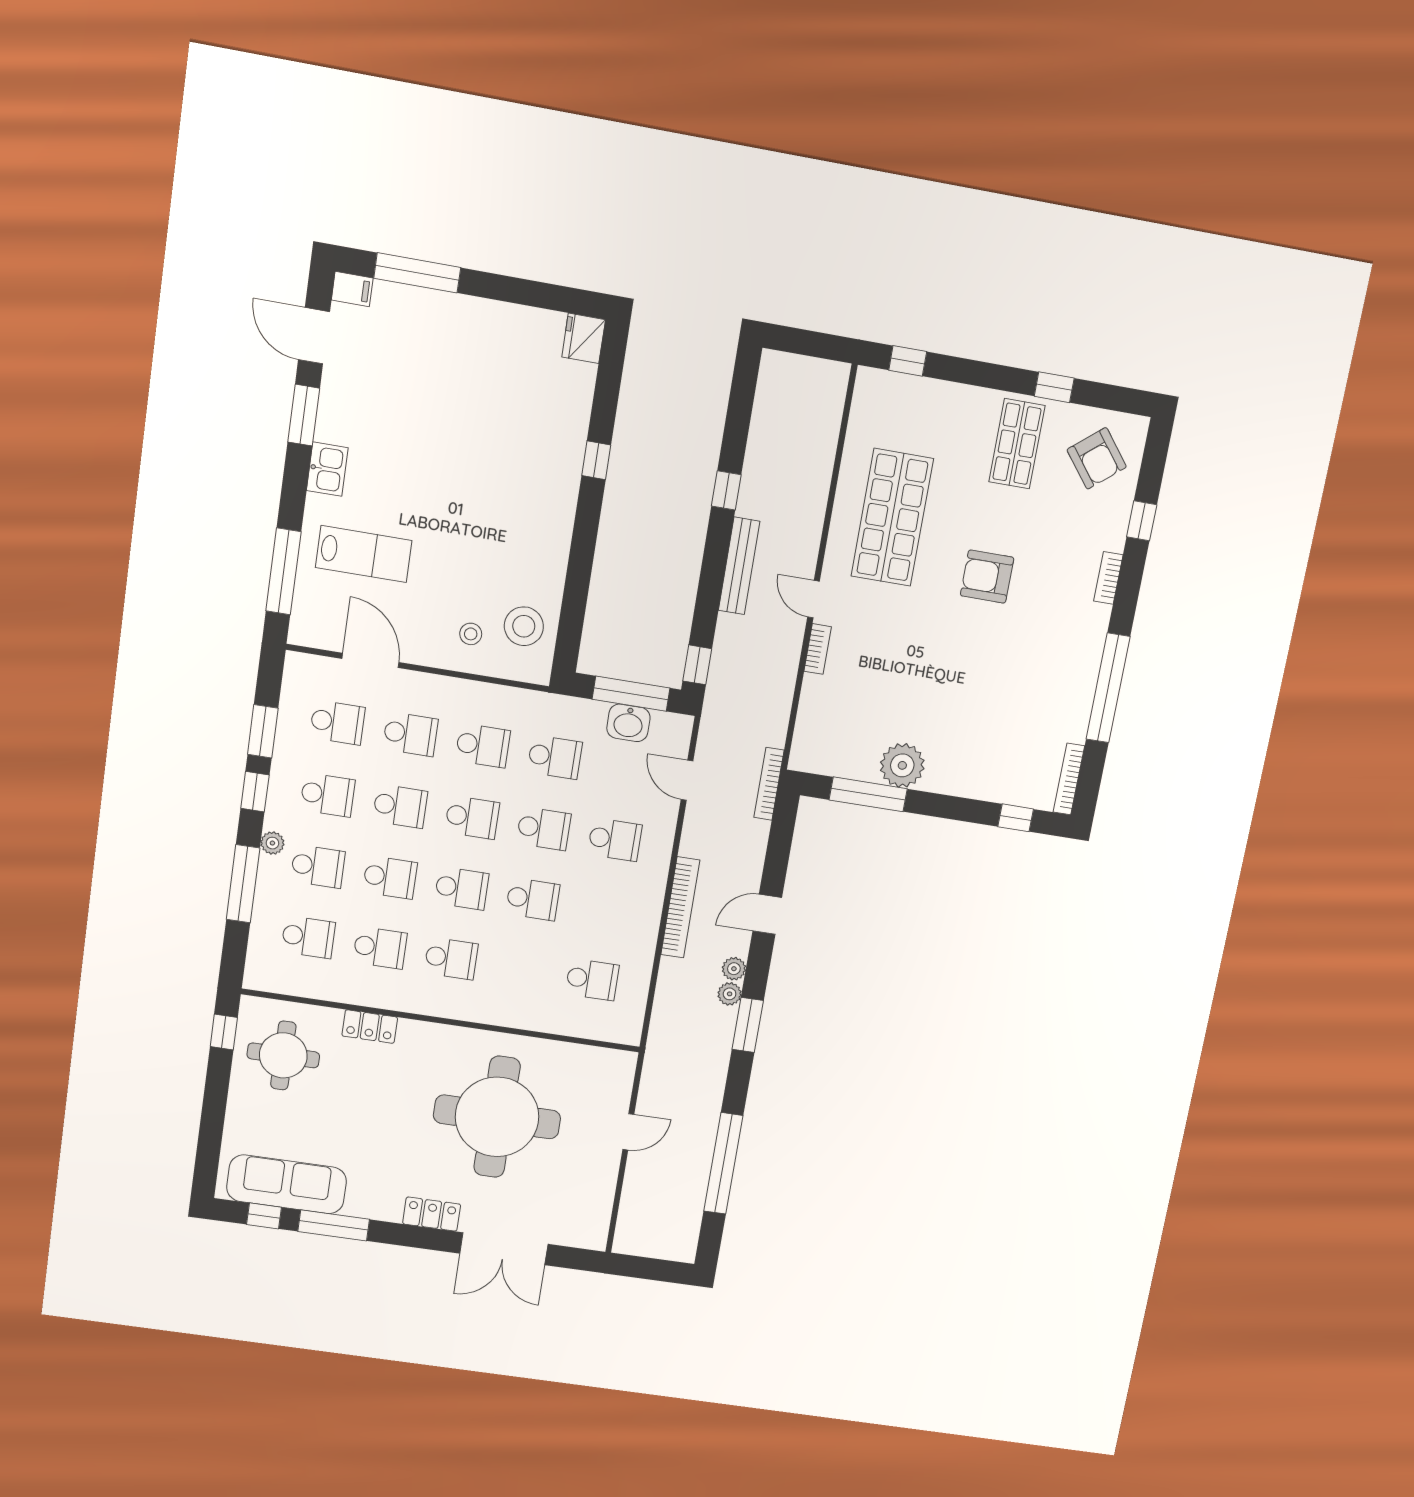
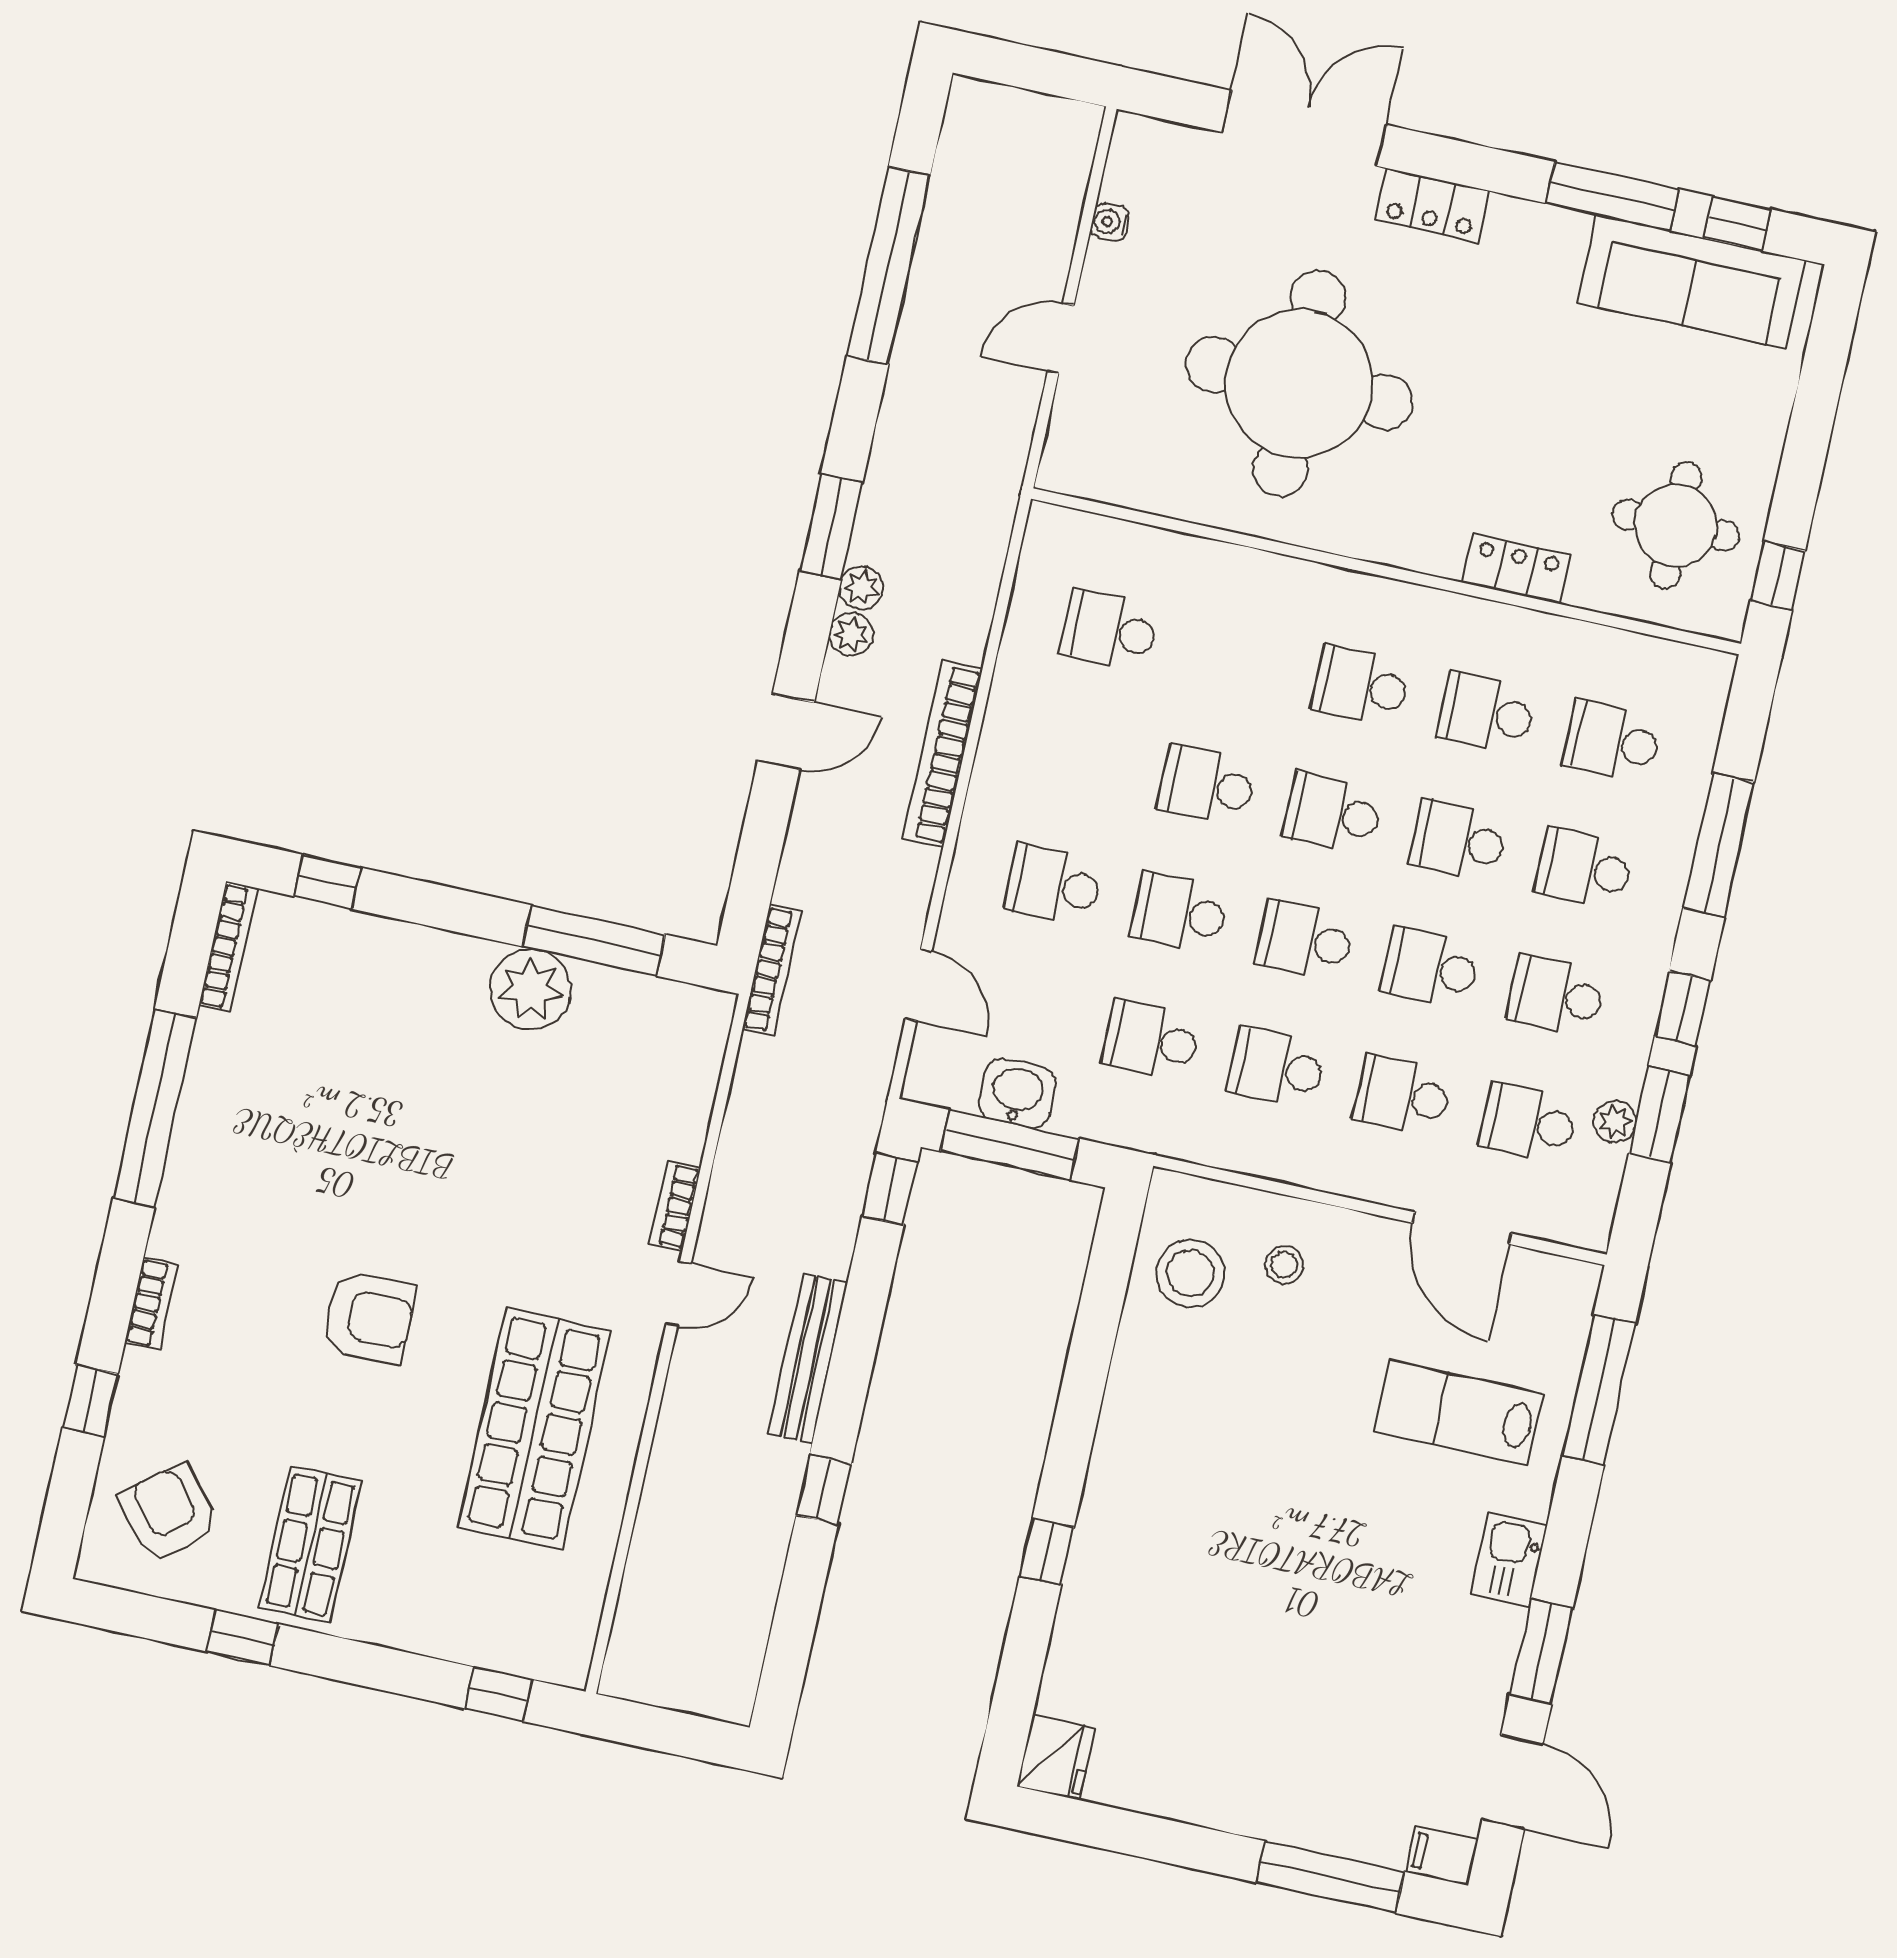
door: (814, 599) -> (679, 1294), hinge flipped
plant: (272, 843) -> (1615, 1122), moved
water cooler: (605, 1194) -> (1110, 222), added

